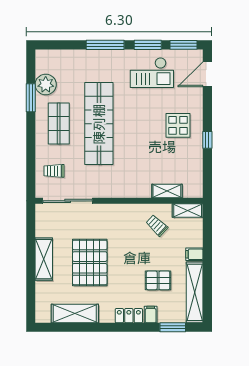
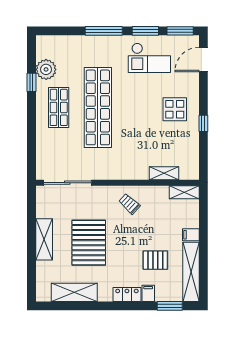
window: (31, 98) -> (32, 82), width x0.67
trolley: (54, 171) -> (54, 154), removed
trolley: (157, 225) -> (129, 204), moved

